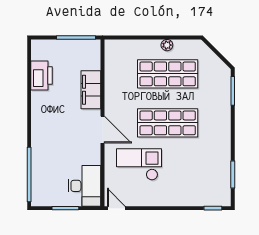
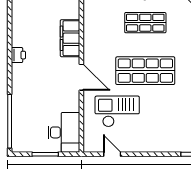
shop shelf: (168, 74) -> (145, 23), width x0.70, depth x0.74
printer: (42, 76) -> (18, 55), moved, width x0.53, depth x0.68
door: (116, 208) -> (112, 154), moved

